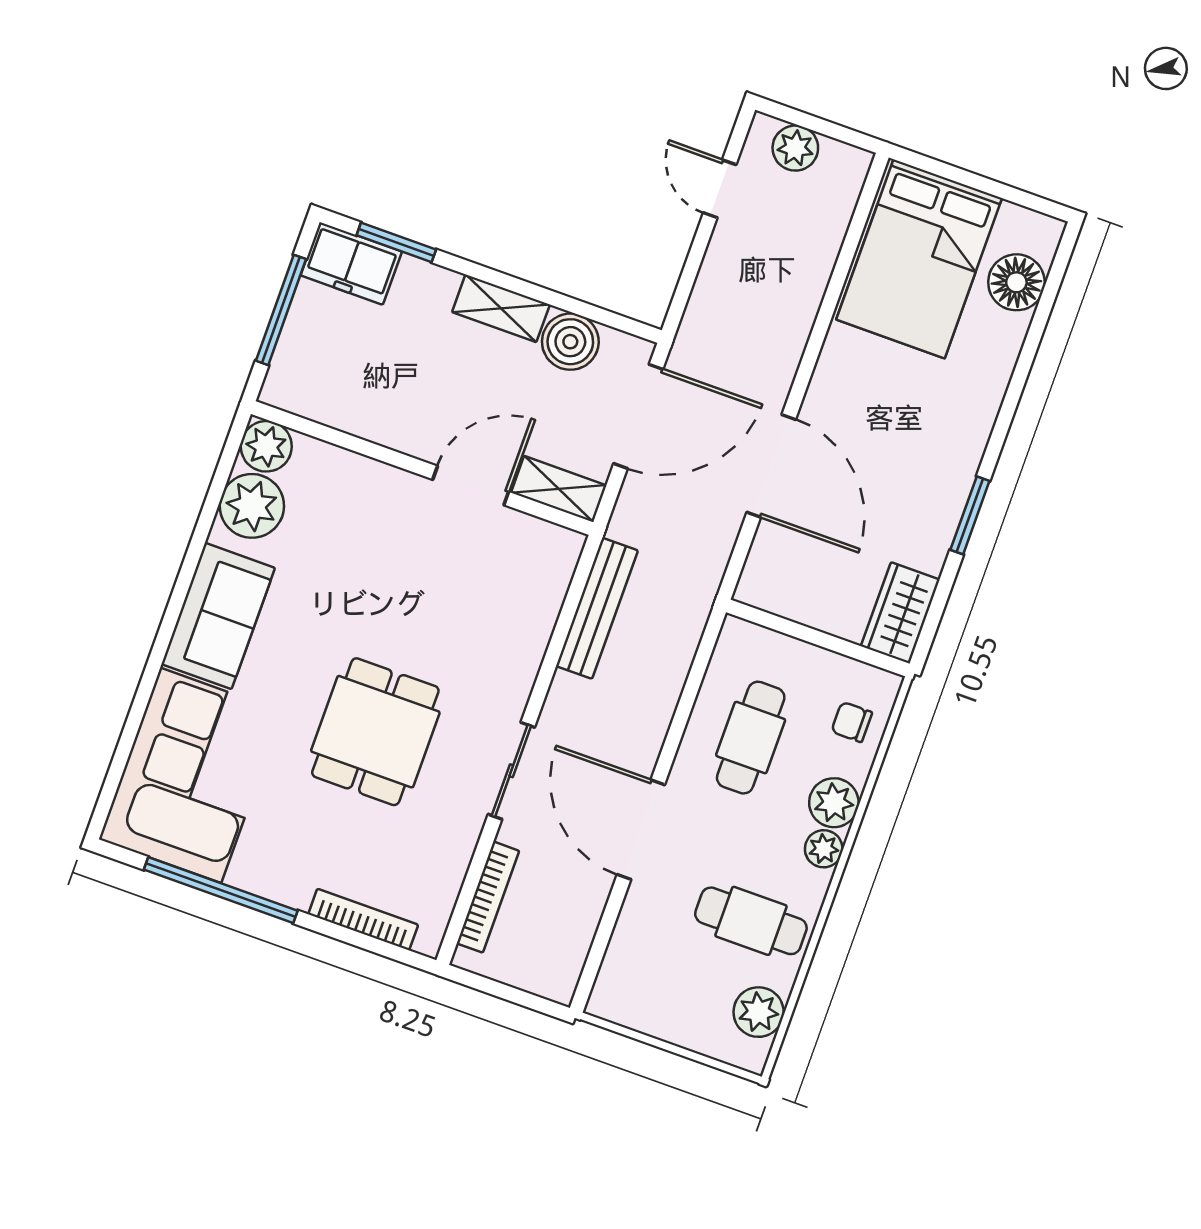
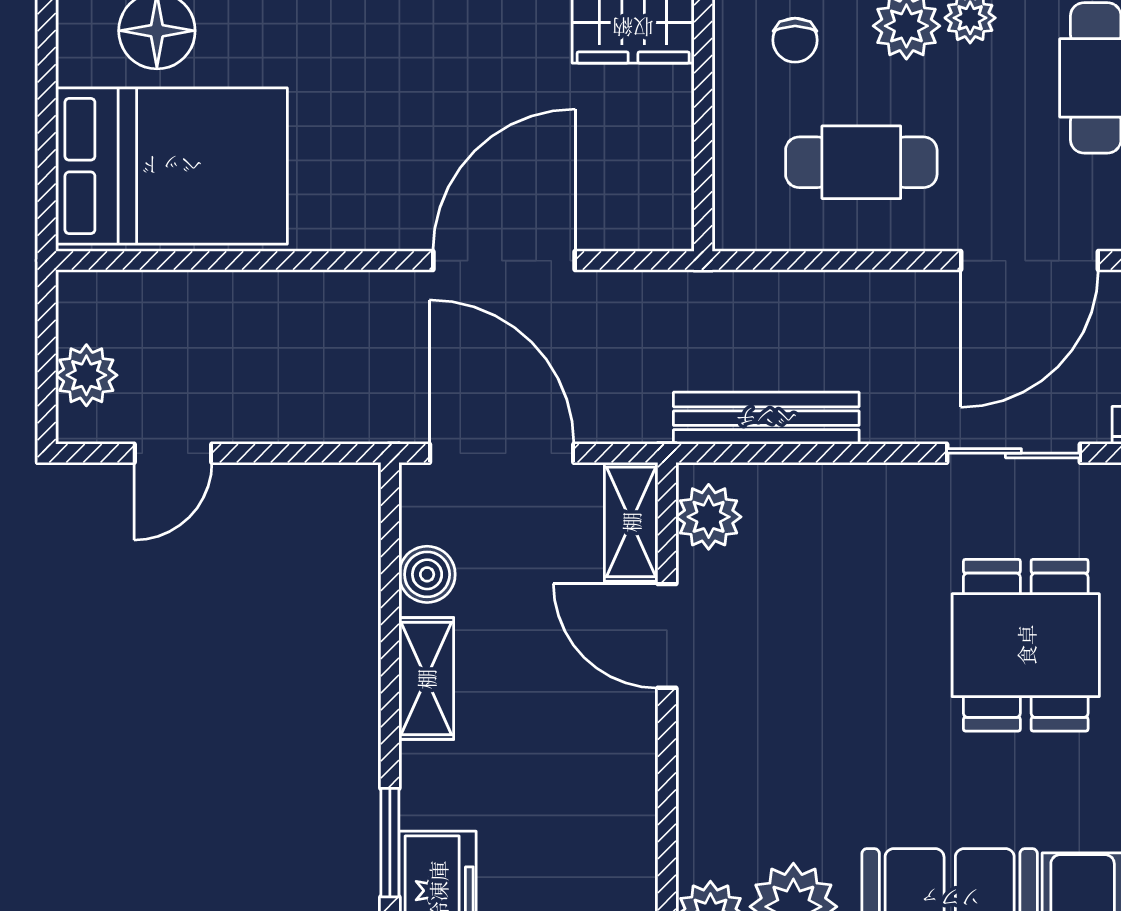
boiler: (570, 342) -> (427, 574), width x0.73, depth x0.73
plant: (543, 544) -> (709, 517), added
dining table: (375, 732) -> (1026, 645), turned 90

